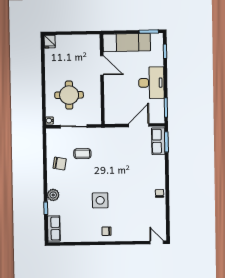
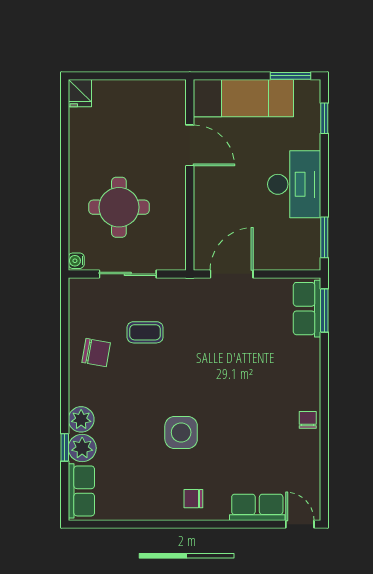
door: (139, 125) -> (232, 274), moved
plant: (54, 208) -> (82, 448), added
row of seats: (137, 235) -> (257, 507), added

